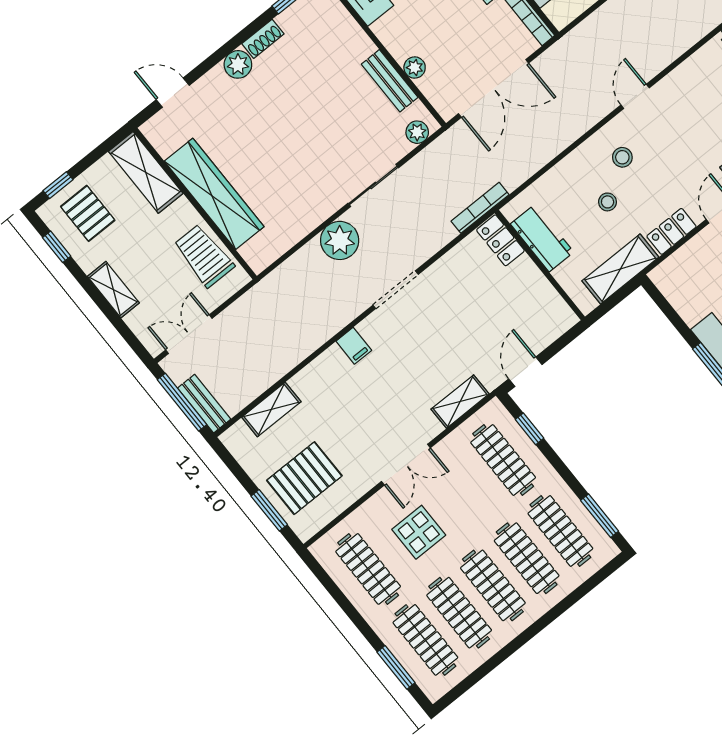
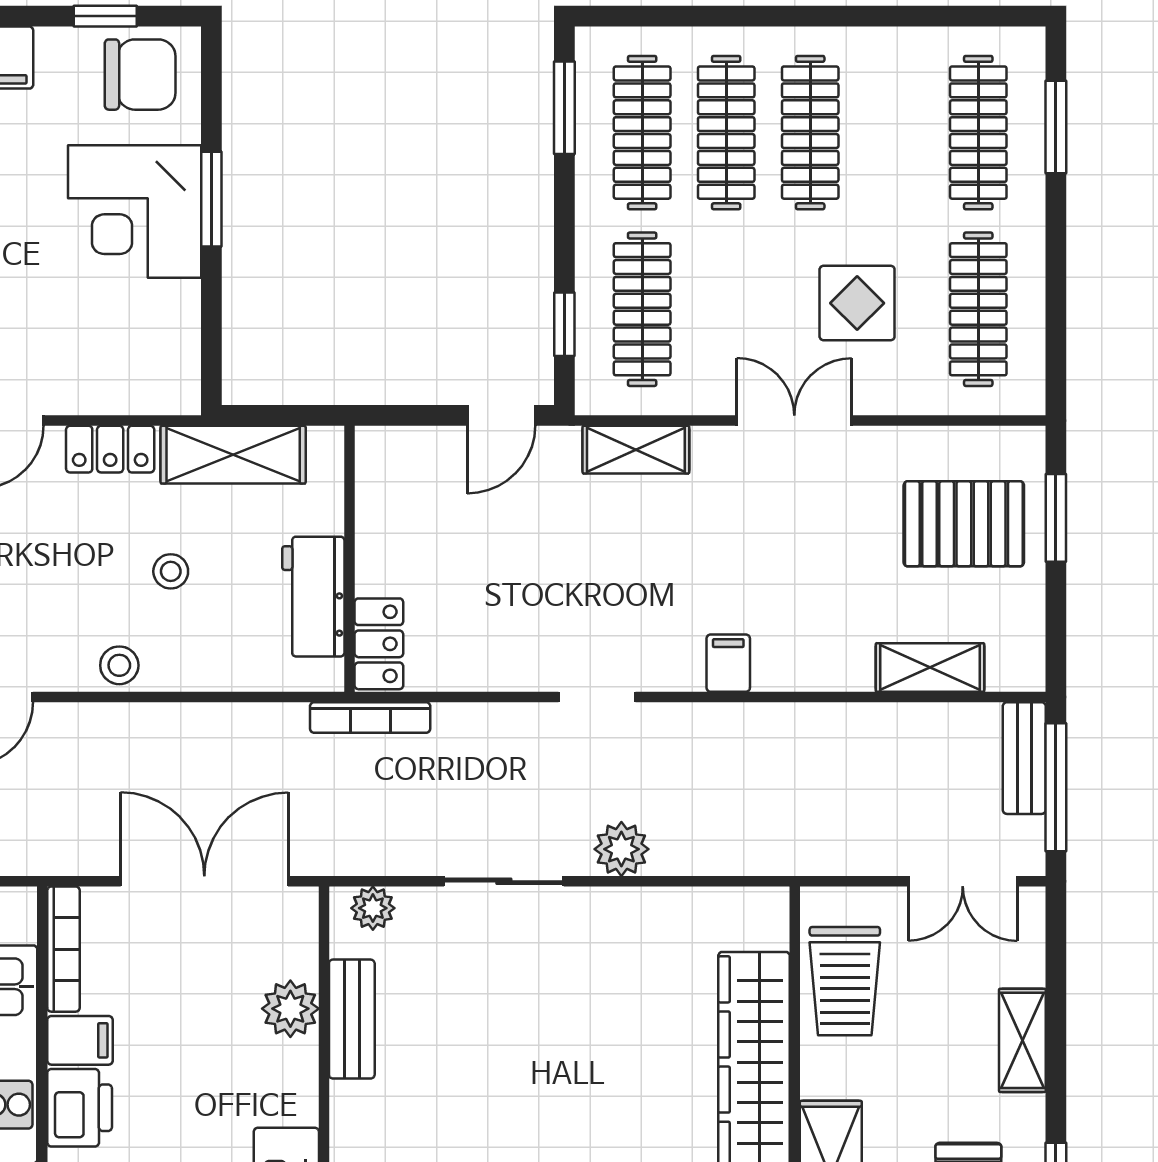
plant: (415, 68) -> (290, 1009), width x1.38, depth x1.38
stool: (622, 157) -> (119, 665), moved
plant: (340, 240) -> (621, 849), width x0.73, depth x0.73
doorway: (396, 290) -> (597, 697), width x0.73
clothes rail: (459, 613) -> (894, 133), removed

